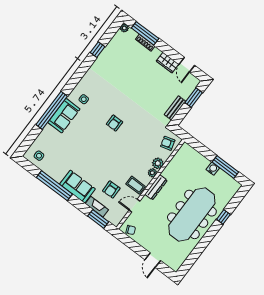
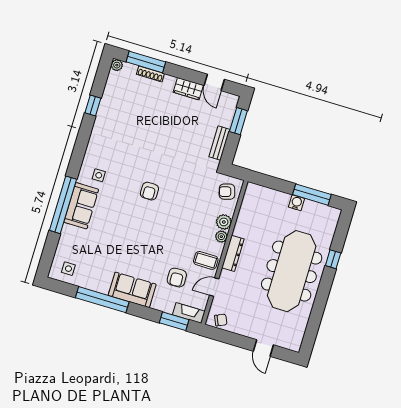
fireplace: (97, 207) -> (189, 313), moved

